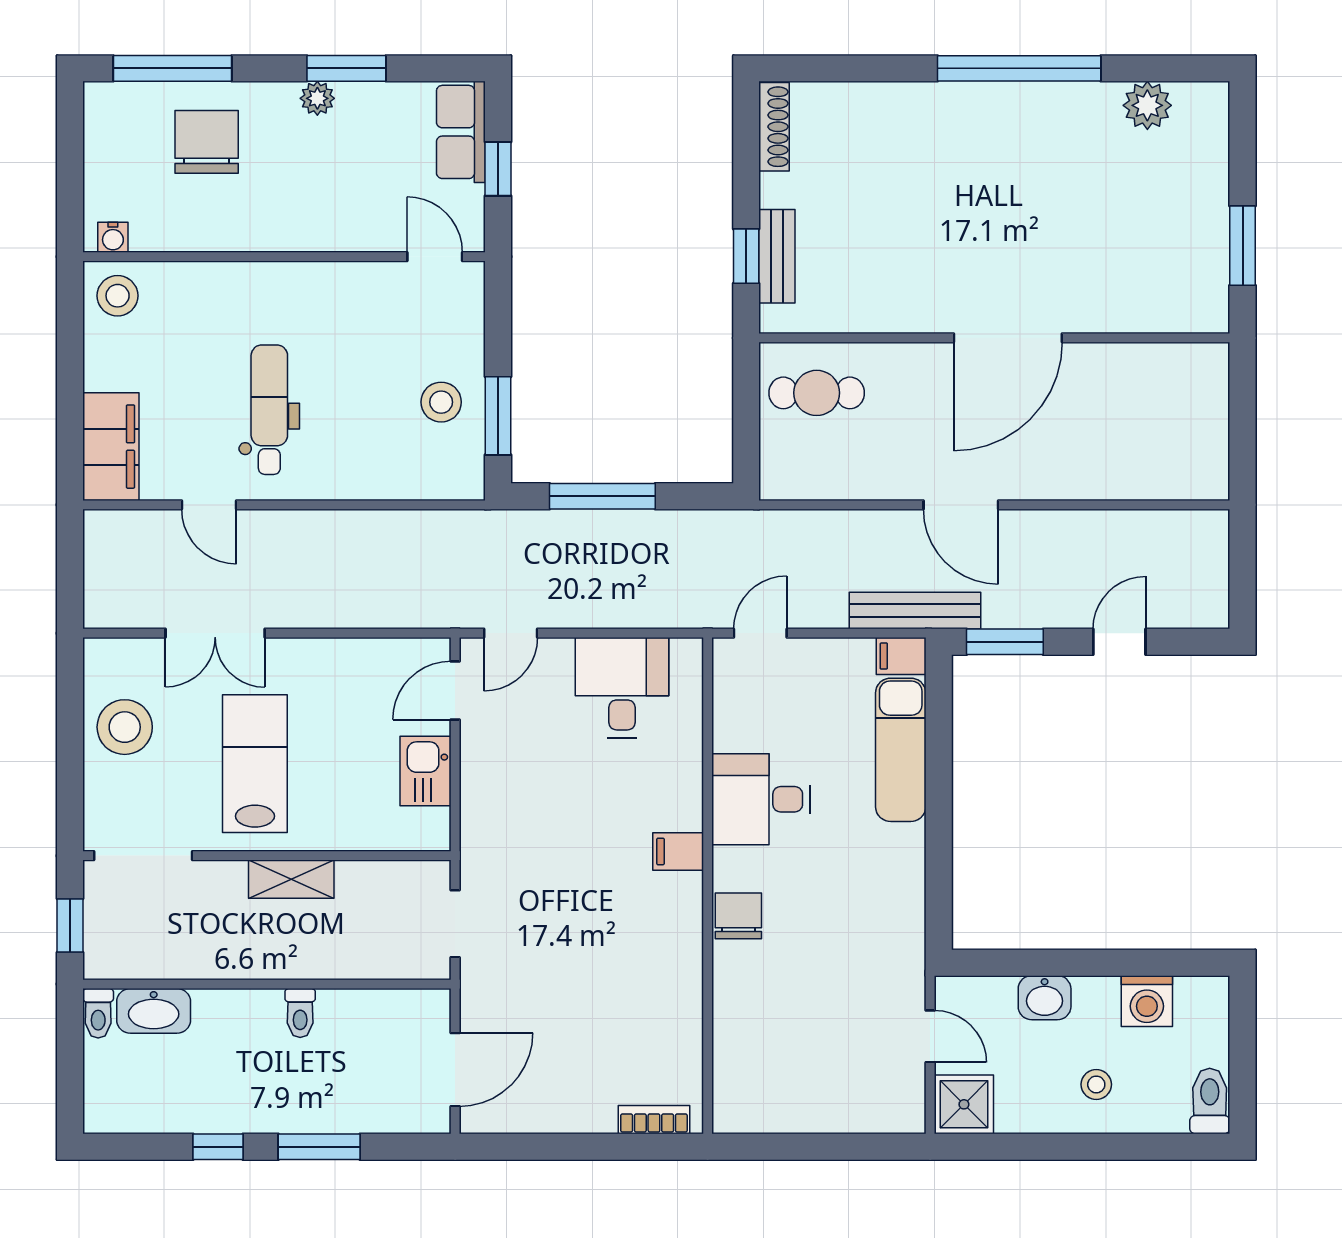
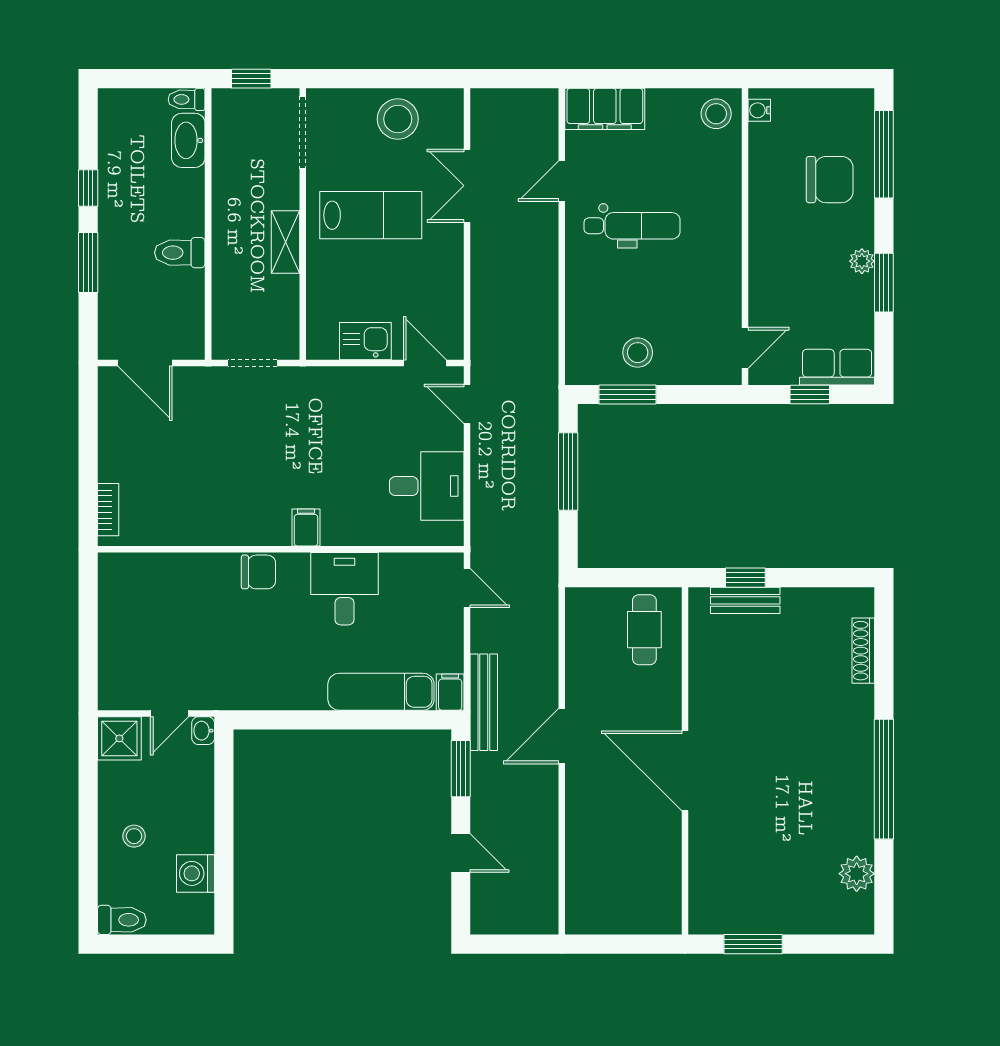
shoe rack: (774, 127) -> (863, 651), moved, turned 90
washbasin: (1045, 998) -> (203, 731), moved, width x0.72, depth x0.69
toilet: (300, 1013) -> (180, 253), width x1.37, depth x1.39

